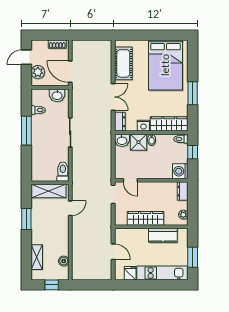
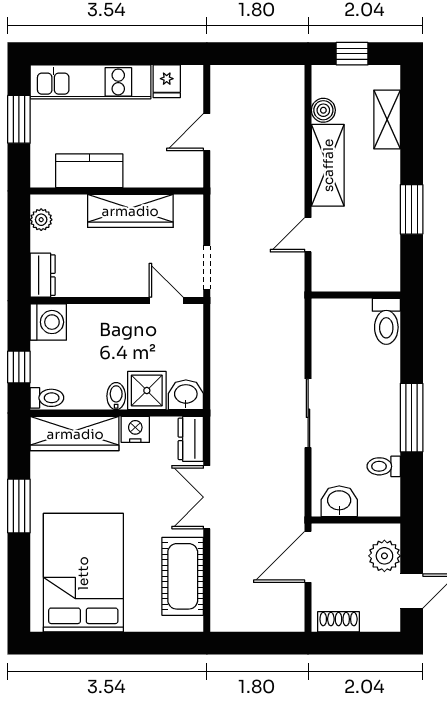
door: (70, 72) -> (308, 557), swing flipped
toilet: (63, 172) -> (386, 321), moved
shelving: (48, 191) -> (328, 165), moved, turned 90
door: (113, 252) -> (207, 132), hinge flipped

